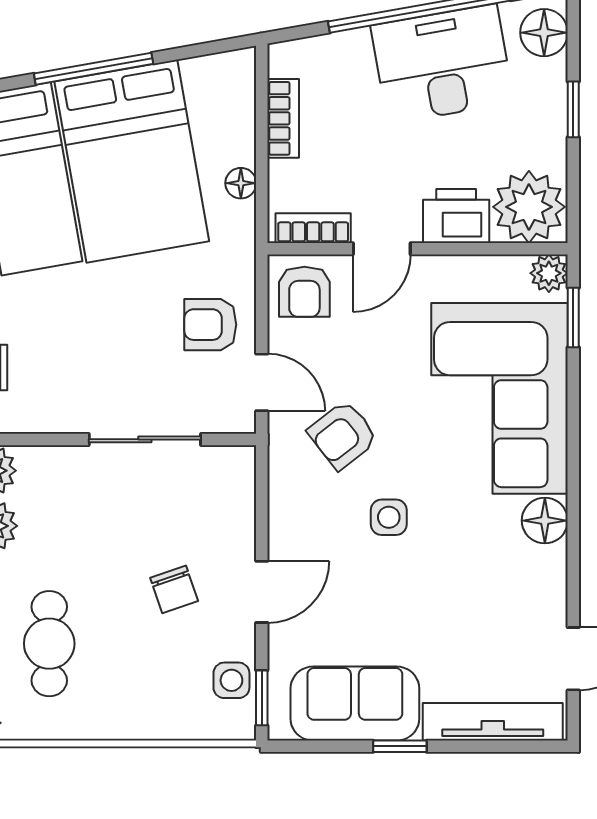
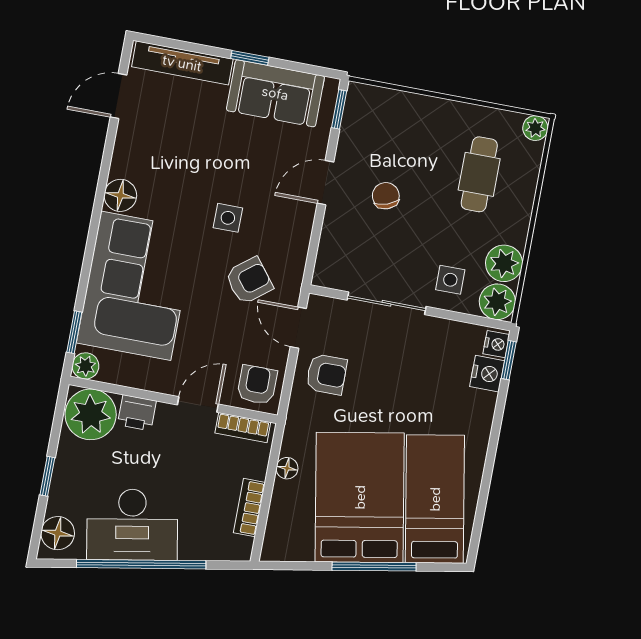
printer: (456, 216) -> (137, 413), width x0.73, depth x0.81
side table: (231, 680) -> (450, 280), moved

